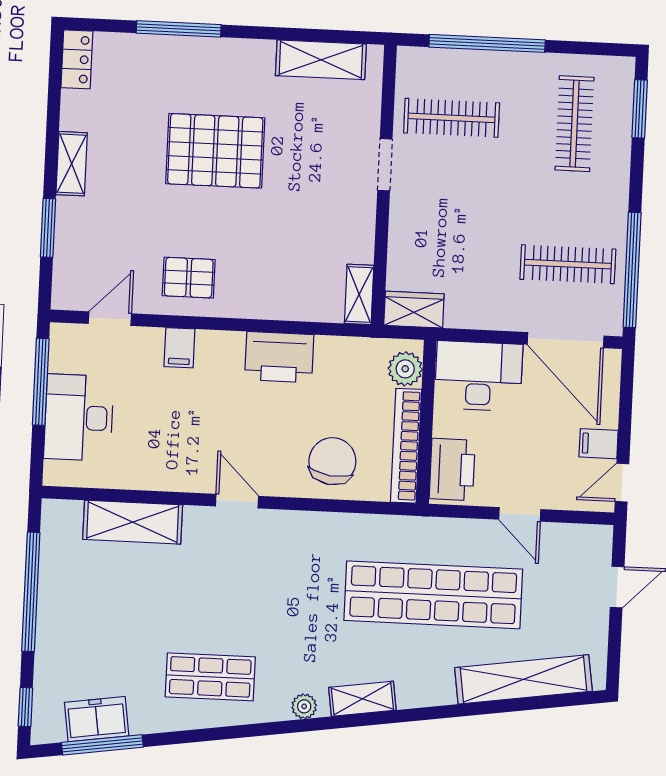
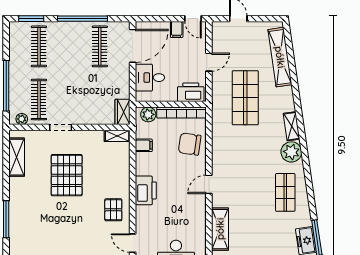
plant: (409, 76) -> (22, 119), added
clothes rail: (574, 124) -> (39, 46), turned 90
pallet: (215, 151) -> (67, 175), moved
window: (632, 270) -> (83, 19), moved
filing cabinet: (179, 348) -> (144, 145), moved
printer: (279, 357) -> (146, 190), moved
desk: (479, 376) -> (150, 78), width x0.73
shop shelf: (433, 595) -> (245, 98), width x0.71
plant: (304, 706) -> (291, 152), width x1.88, depth x1.88

